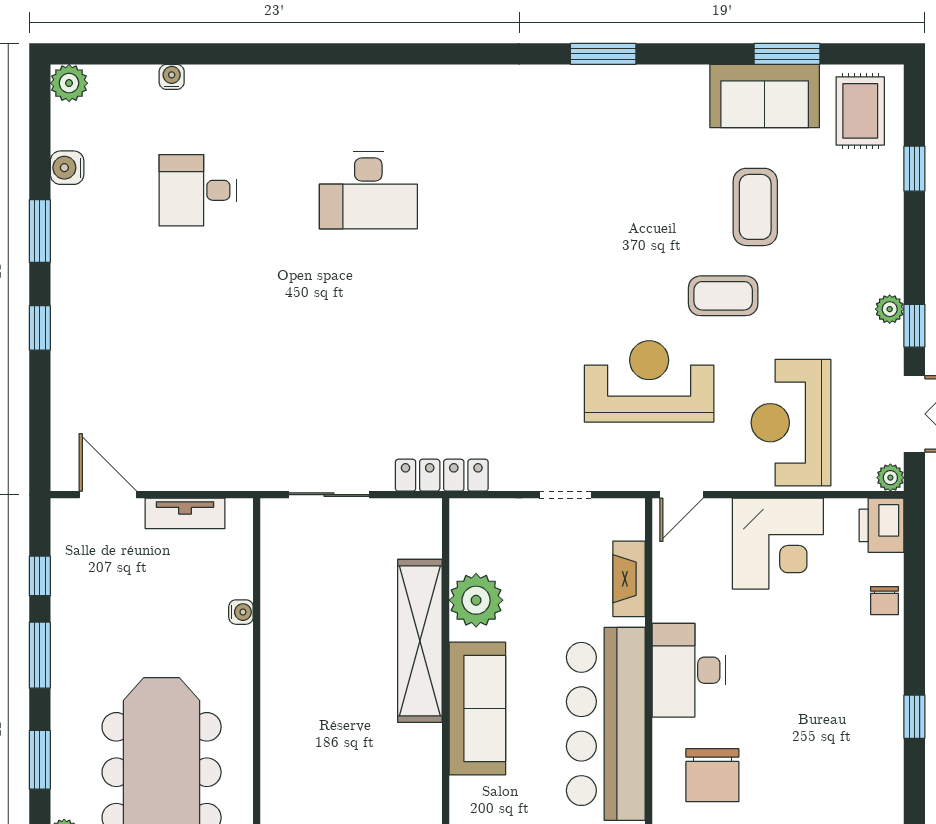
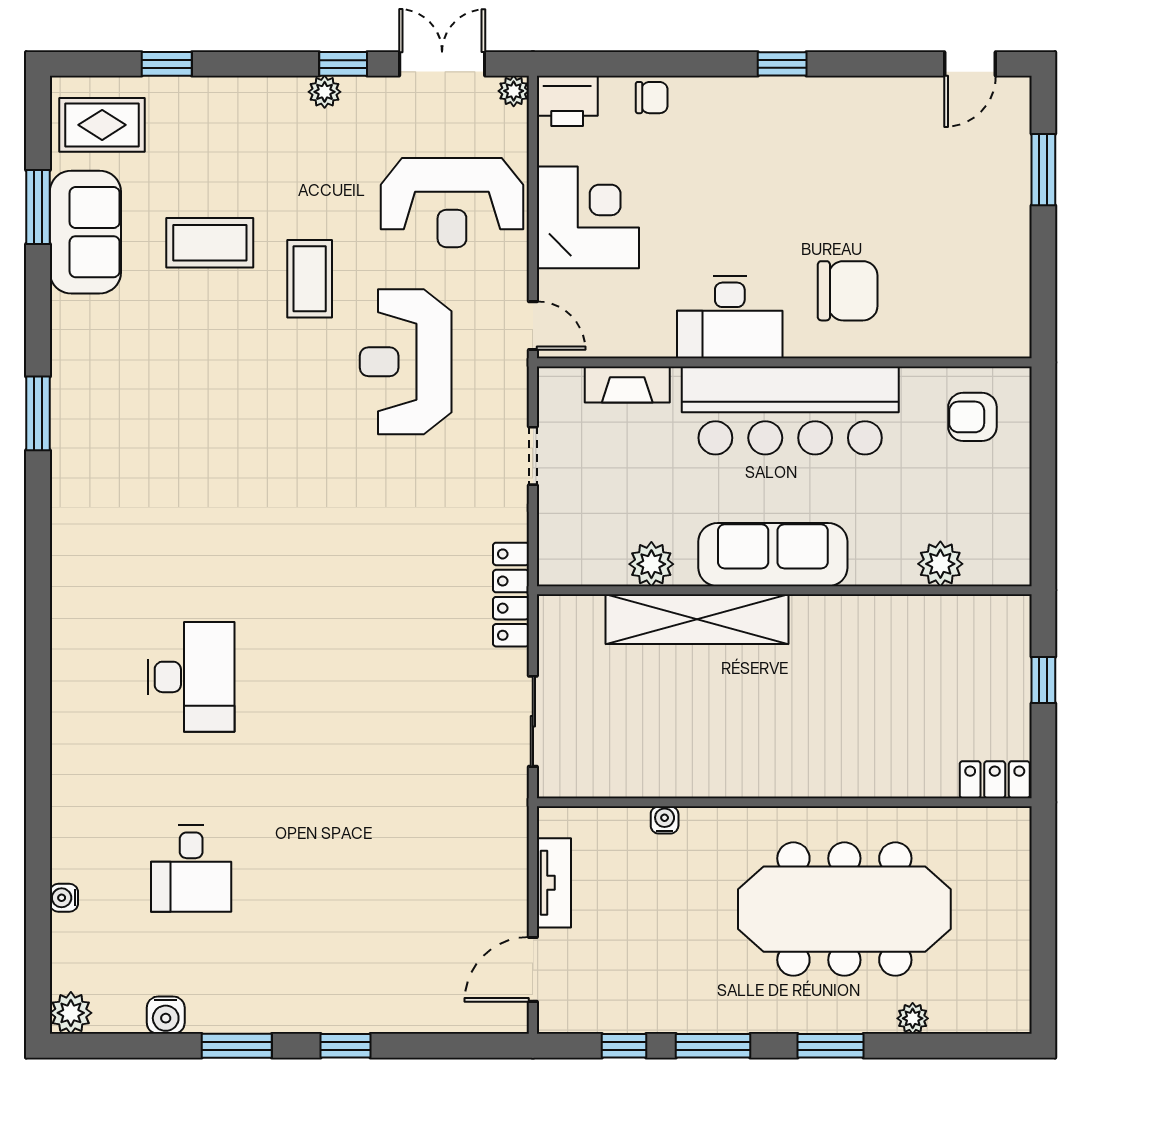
plant: (476, 600) -> (651, 564), width x0.73, depth x0.73

